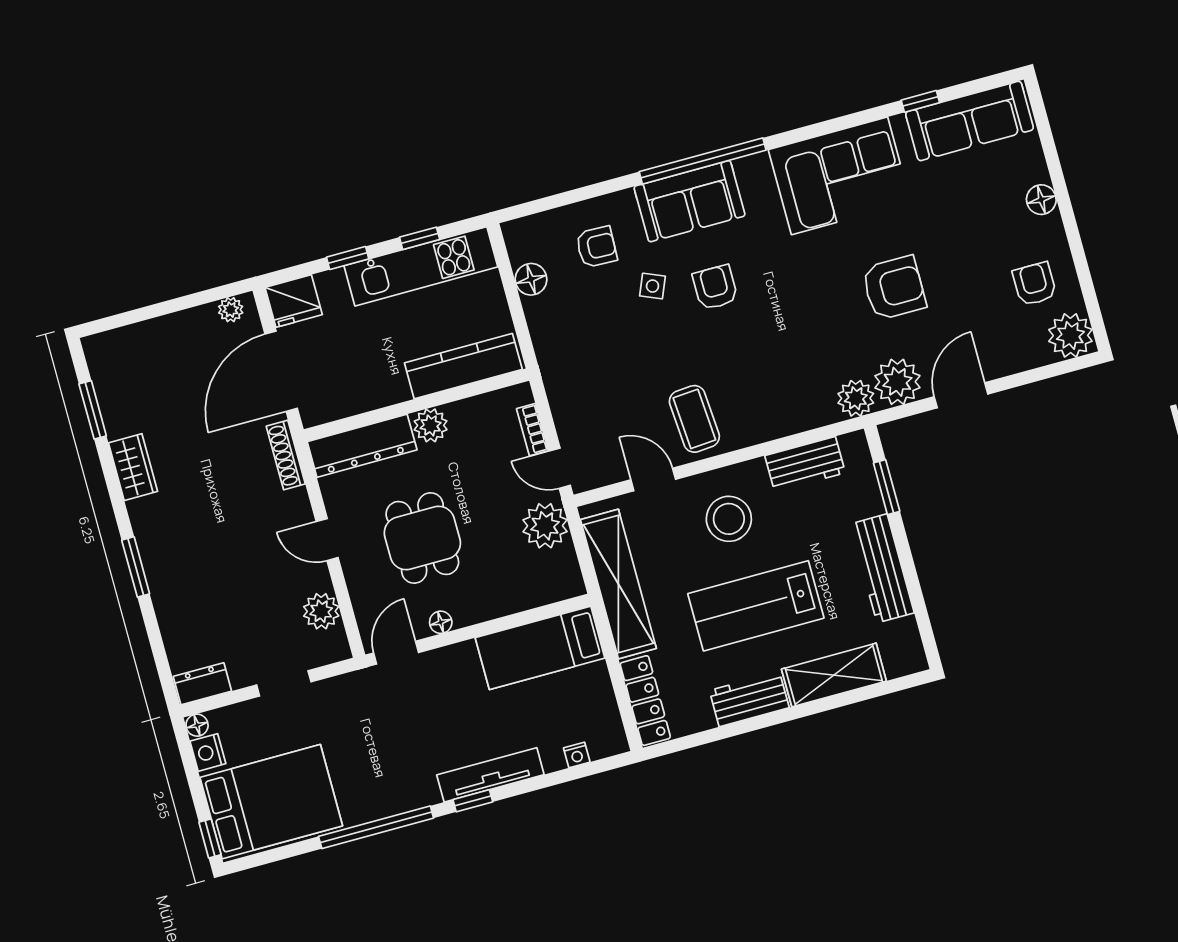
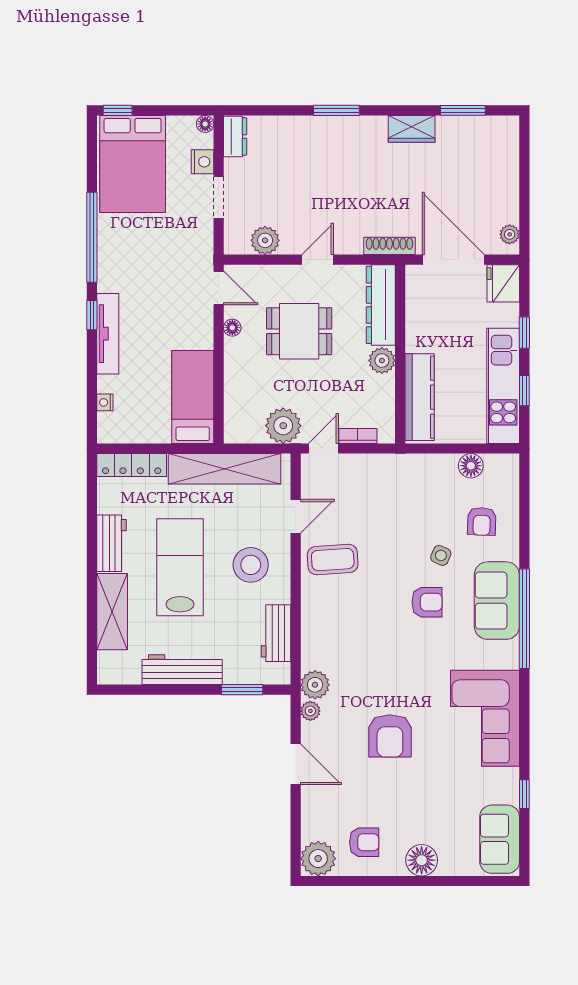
sofa: (970, 121) -> (500, 839), width x0.73
floor lamp: (1041, 200) -> (422, 860), width x1.38, depth x1.38
plant: (897, 382) -> (310, 711), width x0.53, depth x0.53
nightstand: (208, 752) -> (202, 162), moved, turned 90

